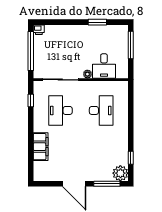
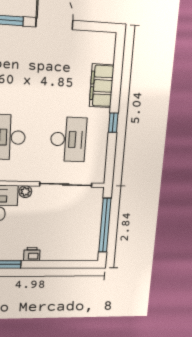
printer: (39, 30) -> (32, 254), moved
window: (31, 100) -> (113, 123), moved

